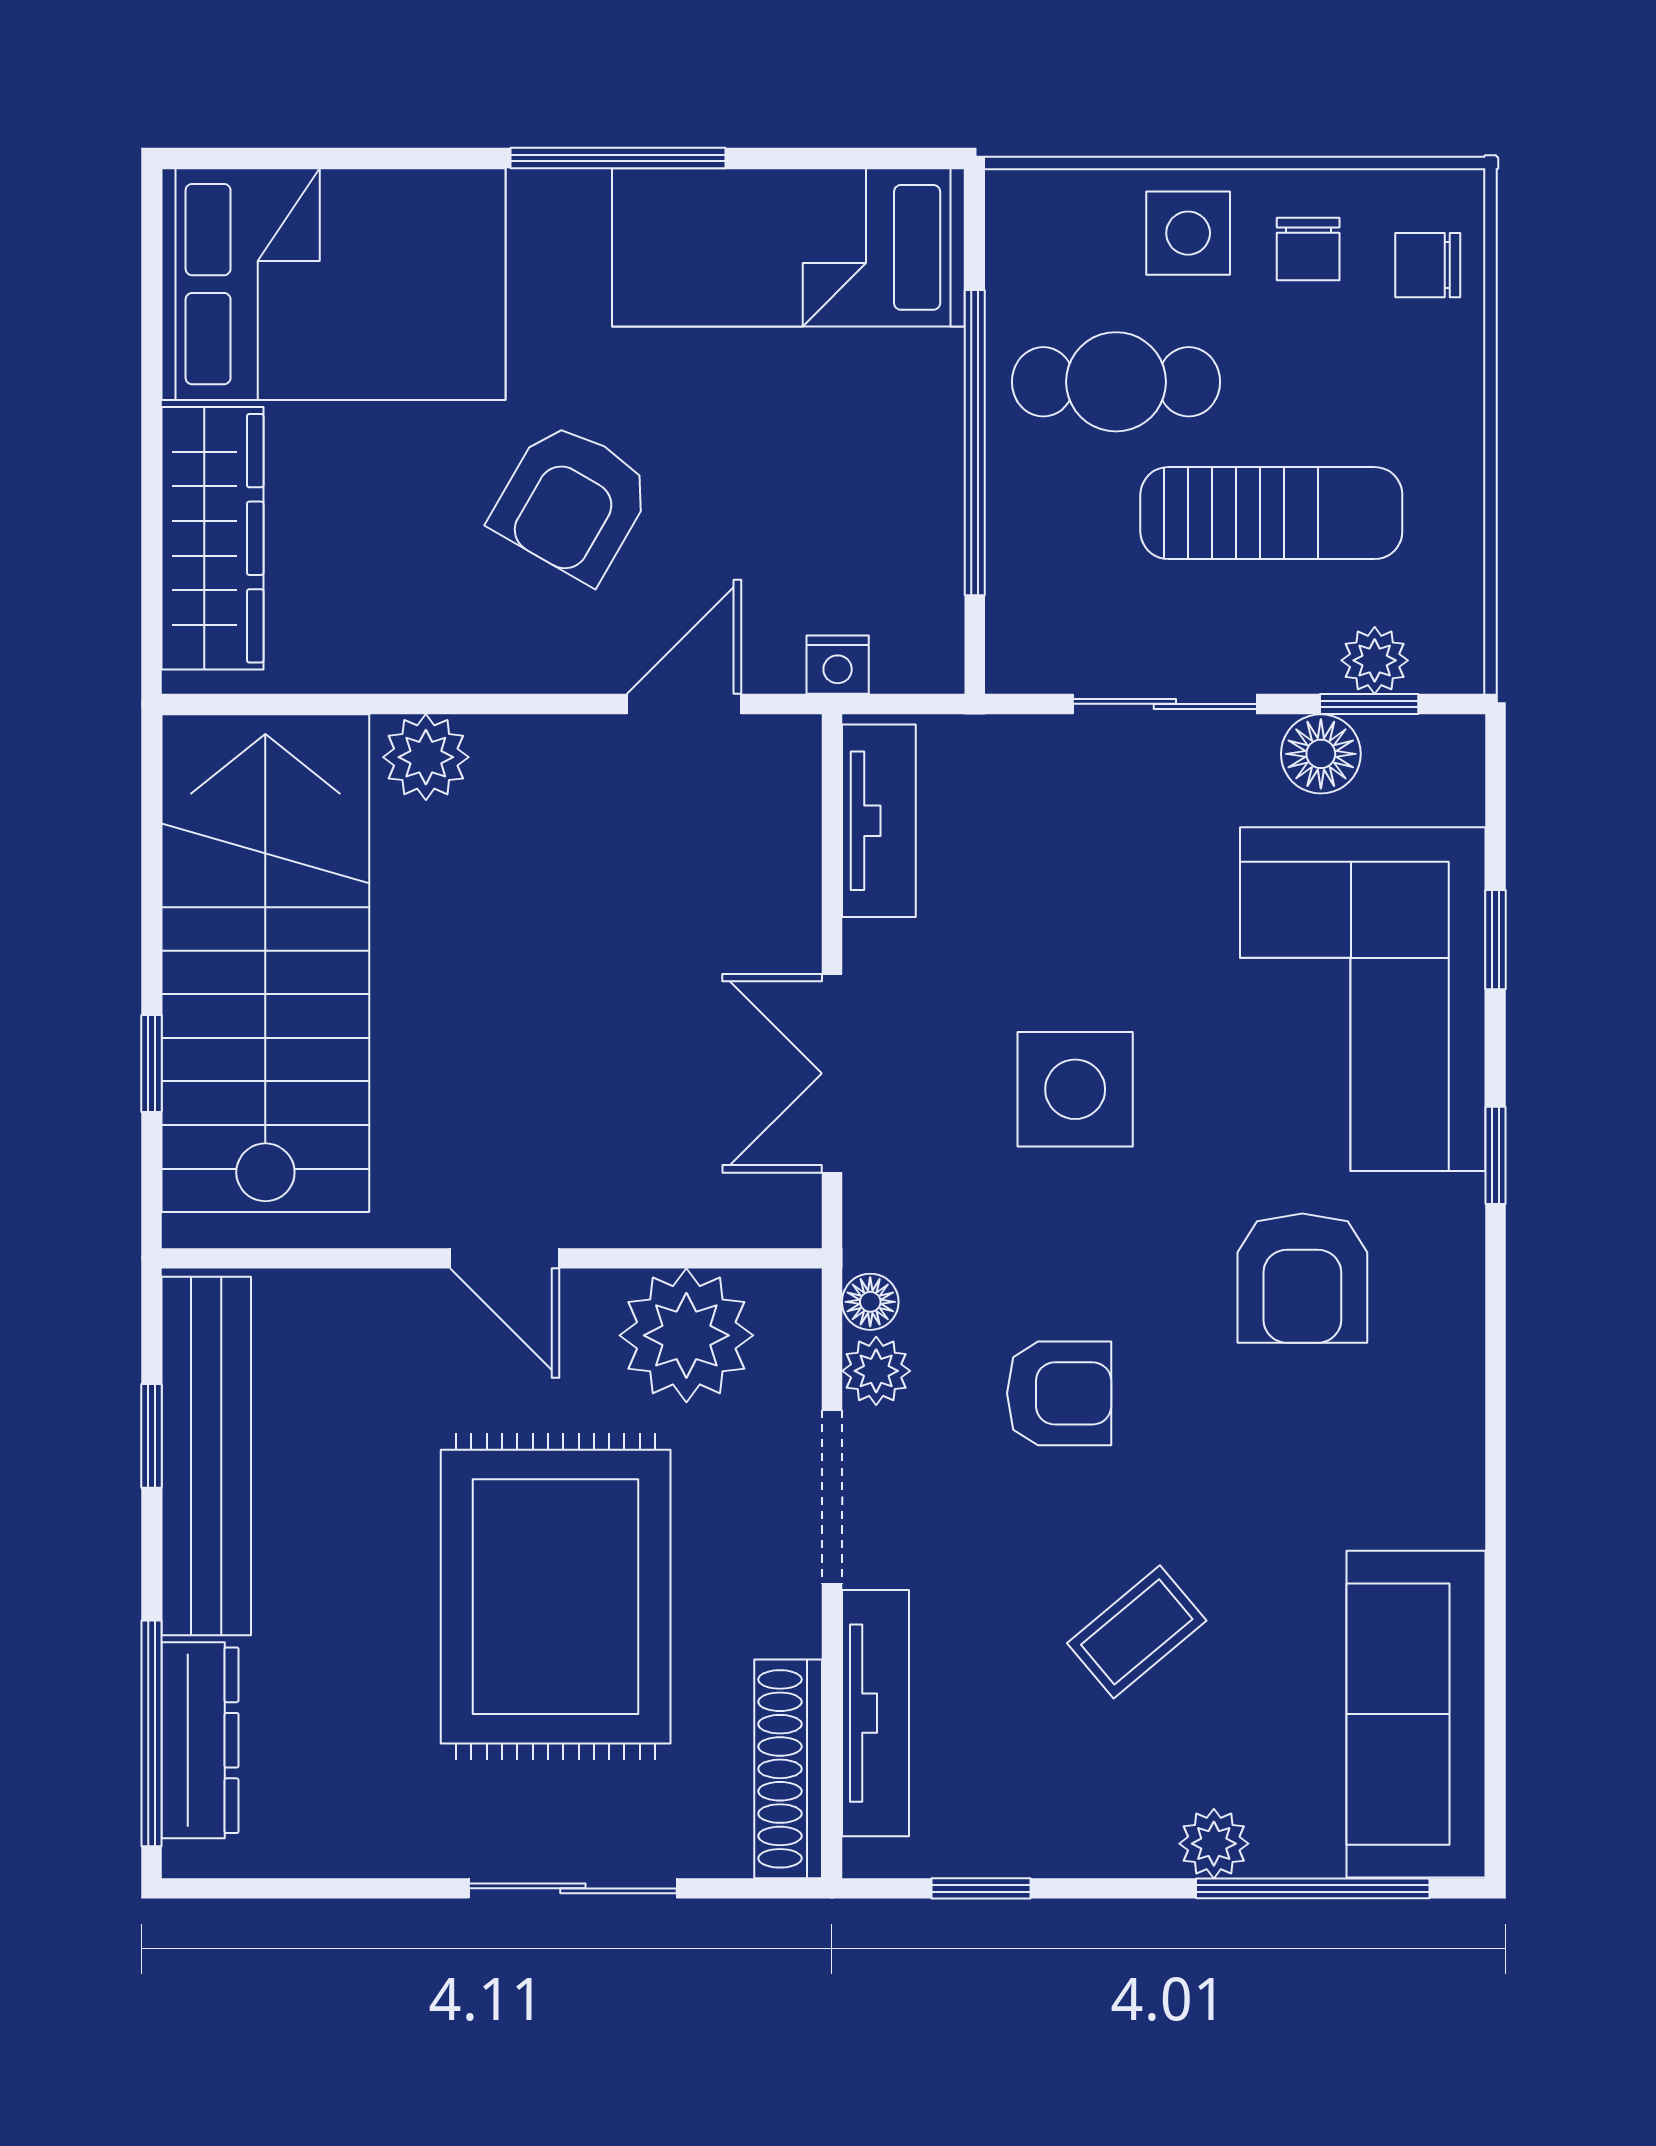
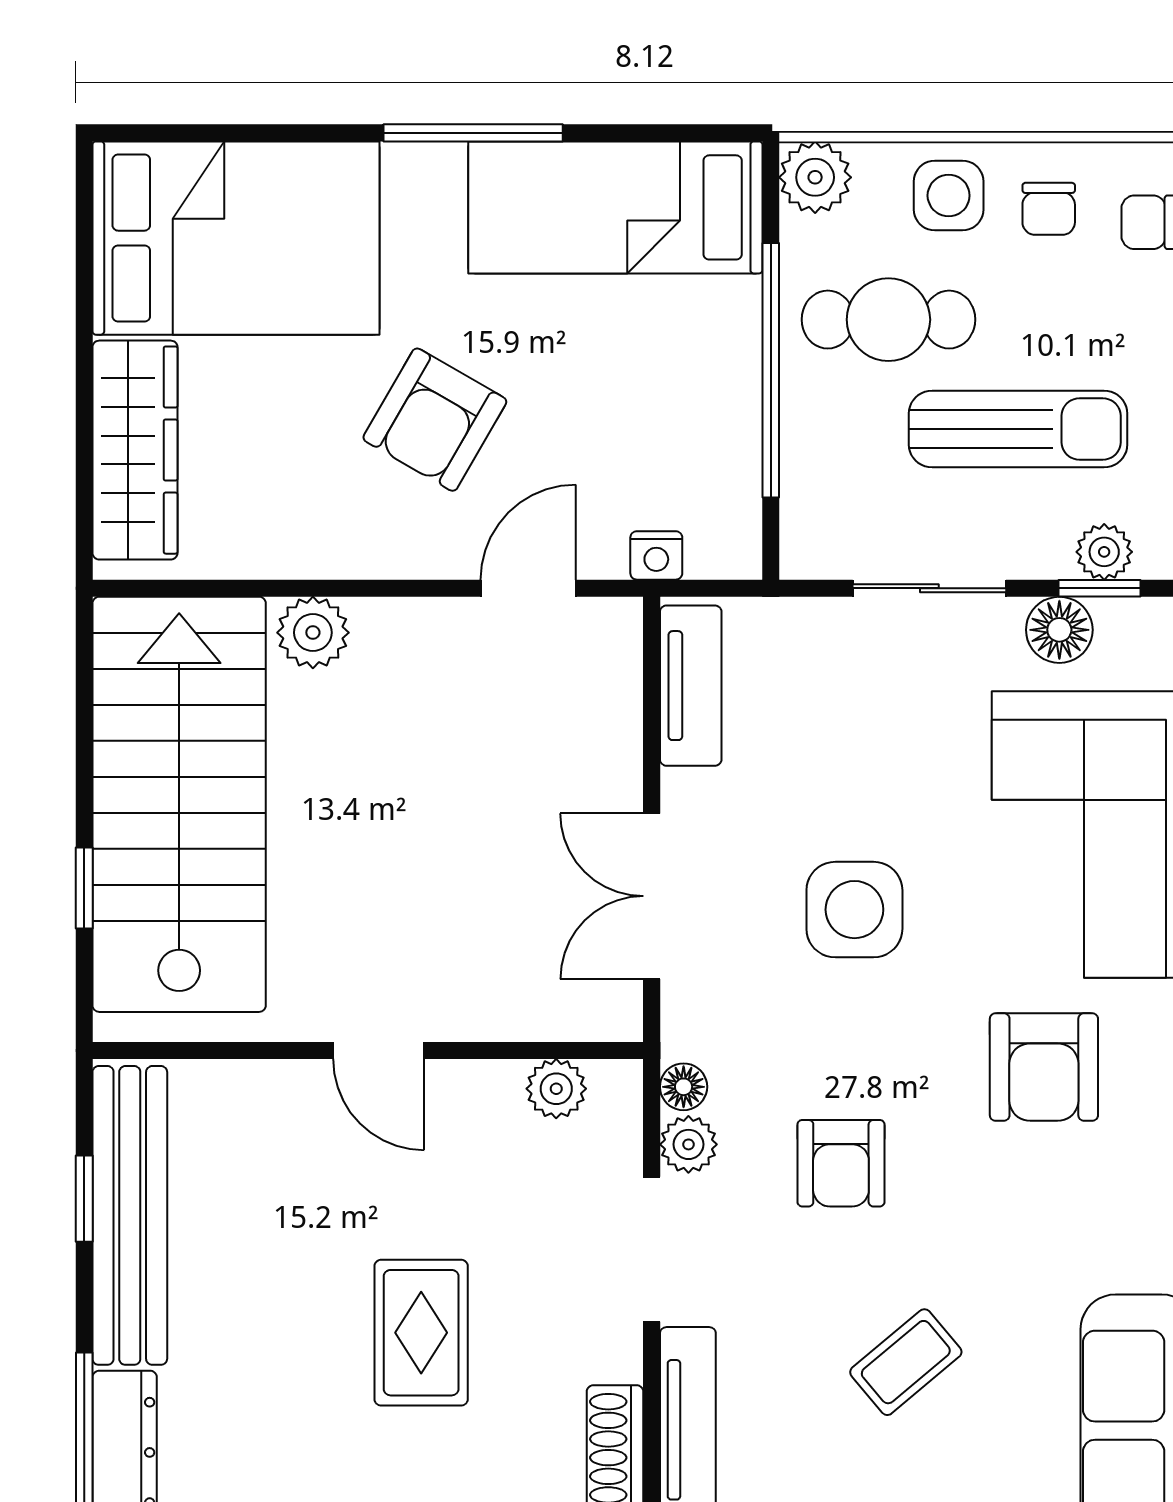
plant: (1028, 211) -> (815, 177), added
plant: (686, 1335) -> (556, 1089), width x0.53, depth x0.53
armchair: (1059, 1393) -> (841, 1163), turned 90
rug: (556, 1597) -> (421, 1333), width x0.54, depth x0.49

